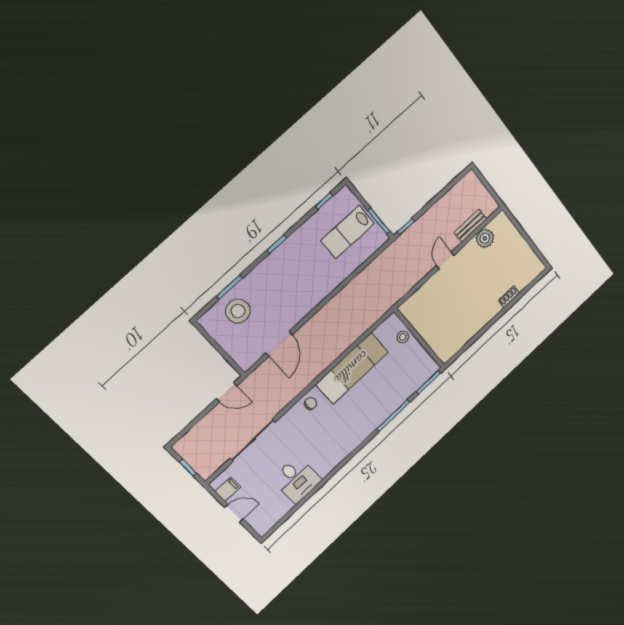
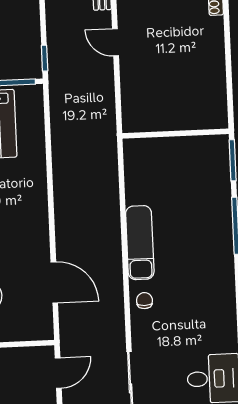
stool: (403, 337) -> (159, 150), removed
exam couch: (352, 368) -> (140, 243), width x0.73, depth x0.69

